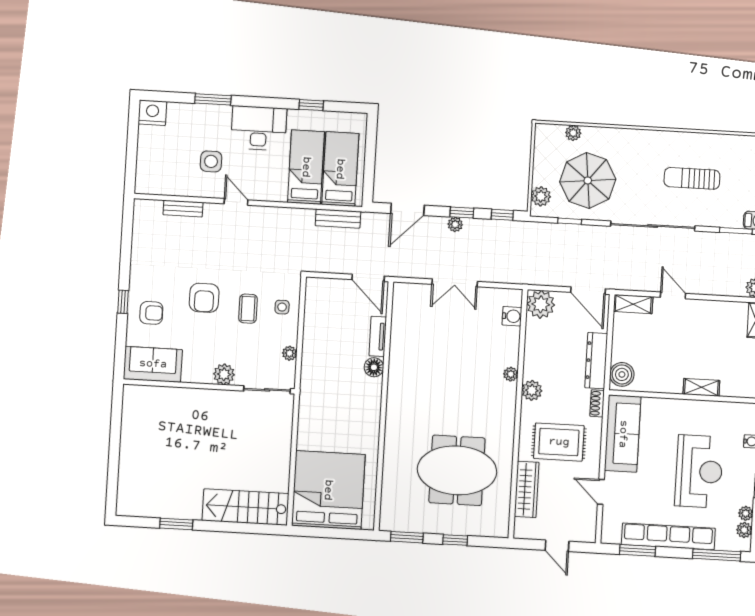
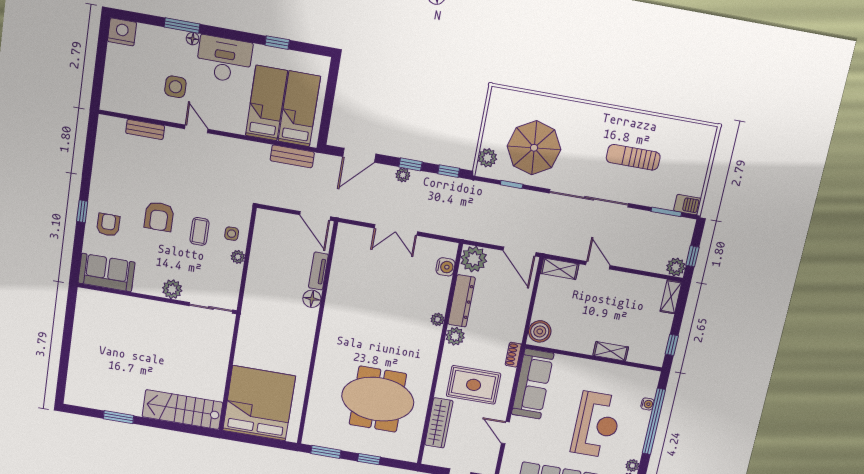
floor lamp: (225, 111) -> (193, 39), added
plant: (573, 133) -> (527, 100), removed
armchair: (151, 313) -> (108, 225), turned -90
plant: (290, 353) -> (238, 257), moved
dresser: (596, 361) -> (462, 301), moved, turned 180

